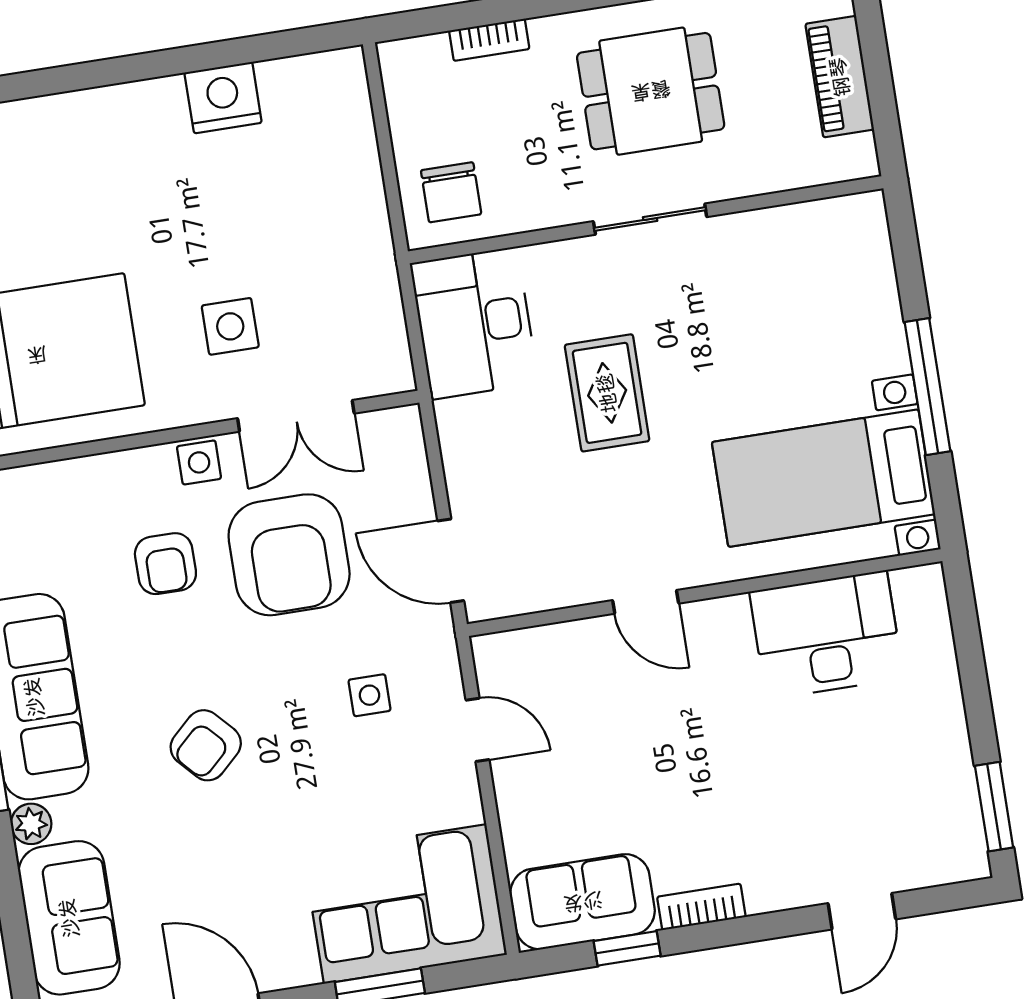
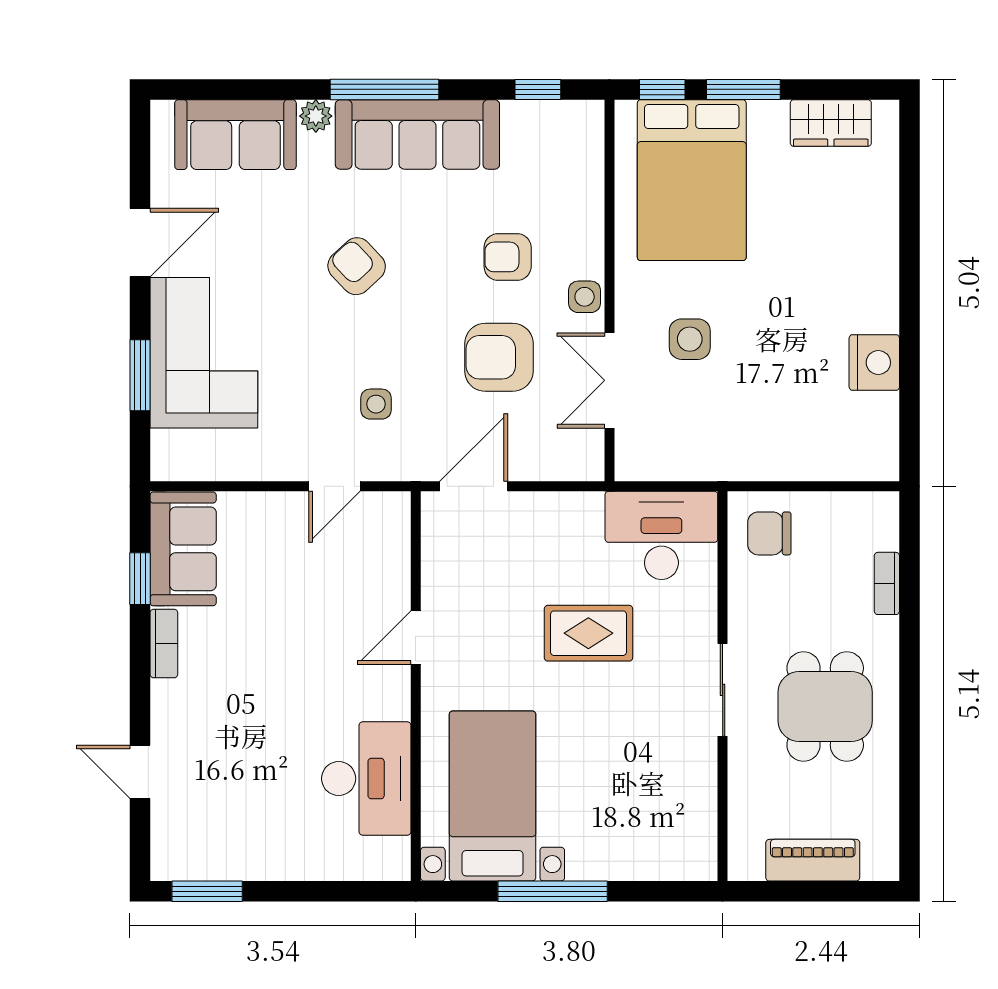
armchair: (289, 555) -> (499, 357), width x0.73, depth x0.73
corner sofa: (405, 904) -> (204, 353), moved

